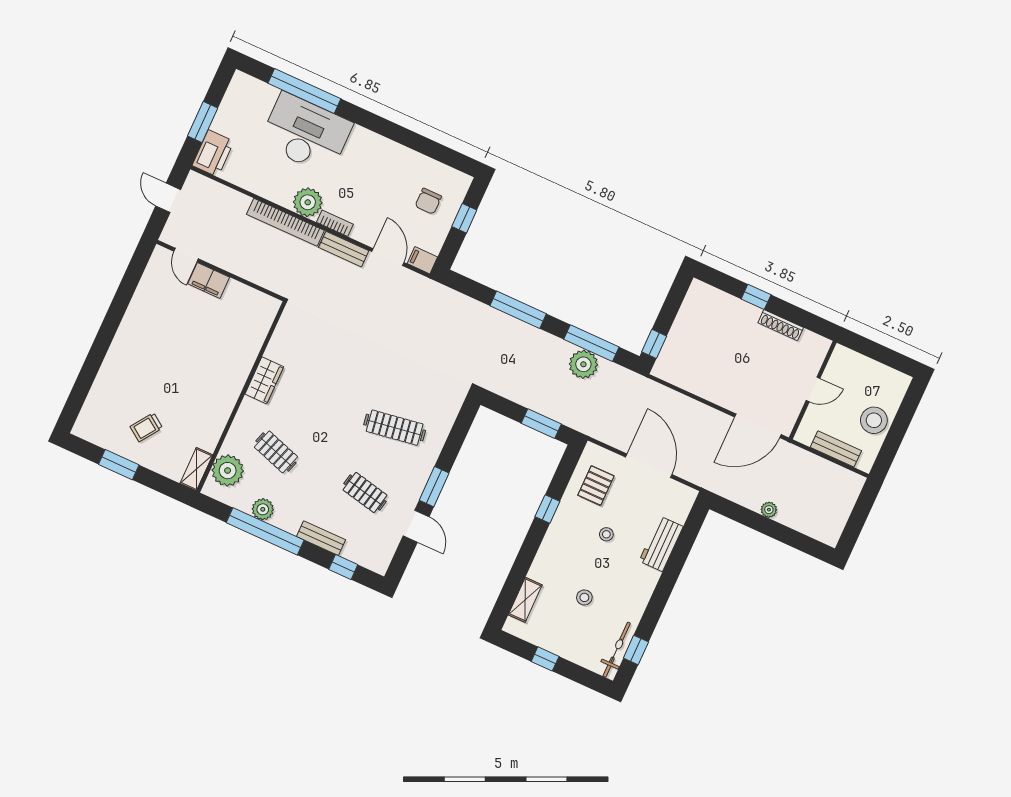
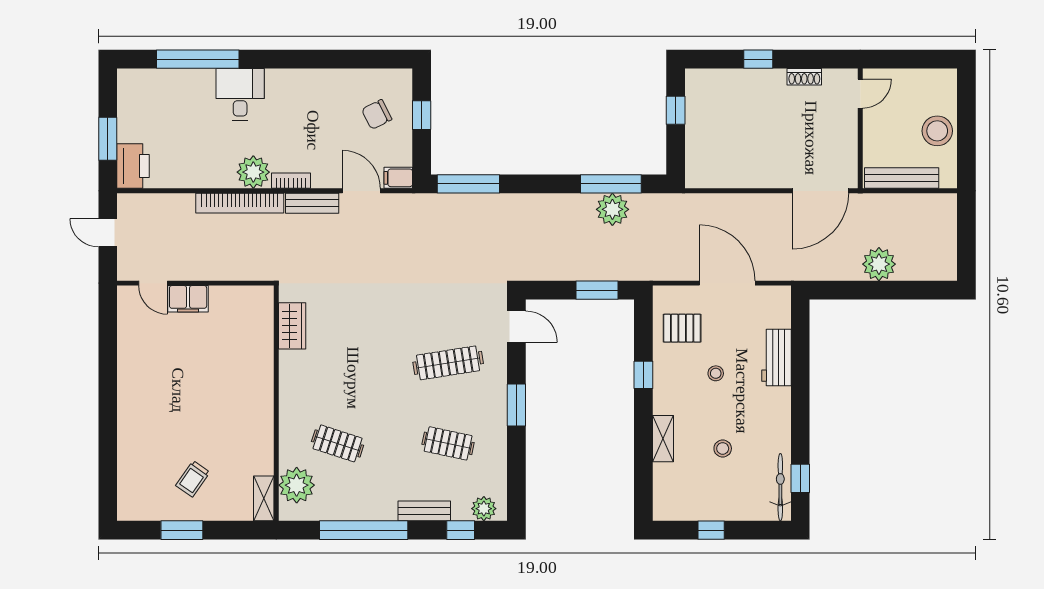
desk: (306, 133) -> (240, 94), width x0.53, depth x0.77
chair: (428, 201) -> (377, 114), turned 63
window: (518, 310) -> (468, 184), moved
shoe rack: (781, 325) -> (804, 77), width x0.70
window: (654, 344) -> (676, 110), moved
wardrobe: (264, 380) -> (292, 326), moved
door: (813, 389) -> (860, 94), moved
bench: (836, 449) -> (902, 178), width x1.36
pallet: (596, 486) -> (682, 328), turned 90
plant: (263, 509) -> (484, 509), moved
plant: (769, 510) -> (879, 264), width x1.88, depth x1.88
door: (416, 526) -> (516, 327), moved
shelving: (525, 600) -> (663, 439), moved

